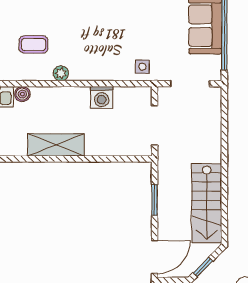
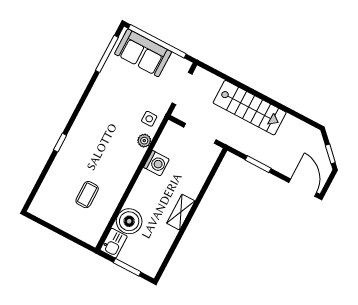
plant: (61, 73) -> (144, 141), moved
boiler: (22, 94) -> (129, 221), width x1.86, depth x1.86
shelving: (56, 145) -> (181, 212), width x0.67, depth x0.75
stairs: (207, 203) -> (250, 108), moved

